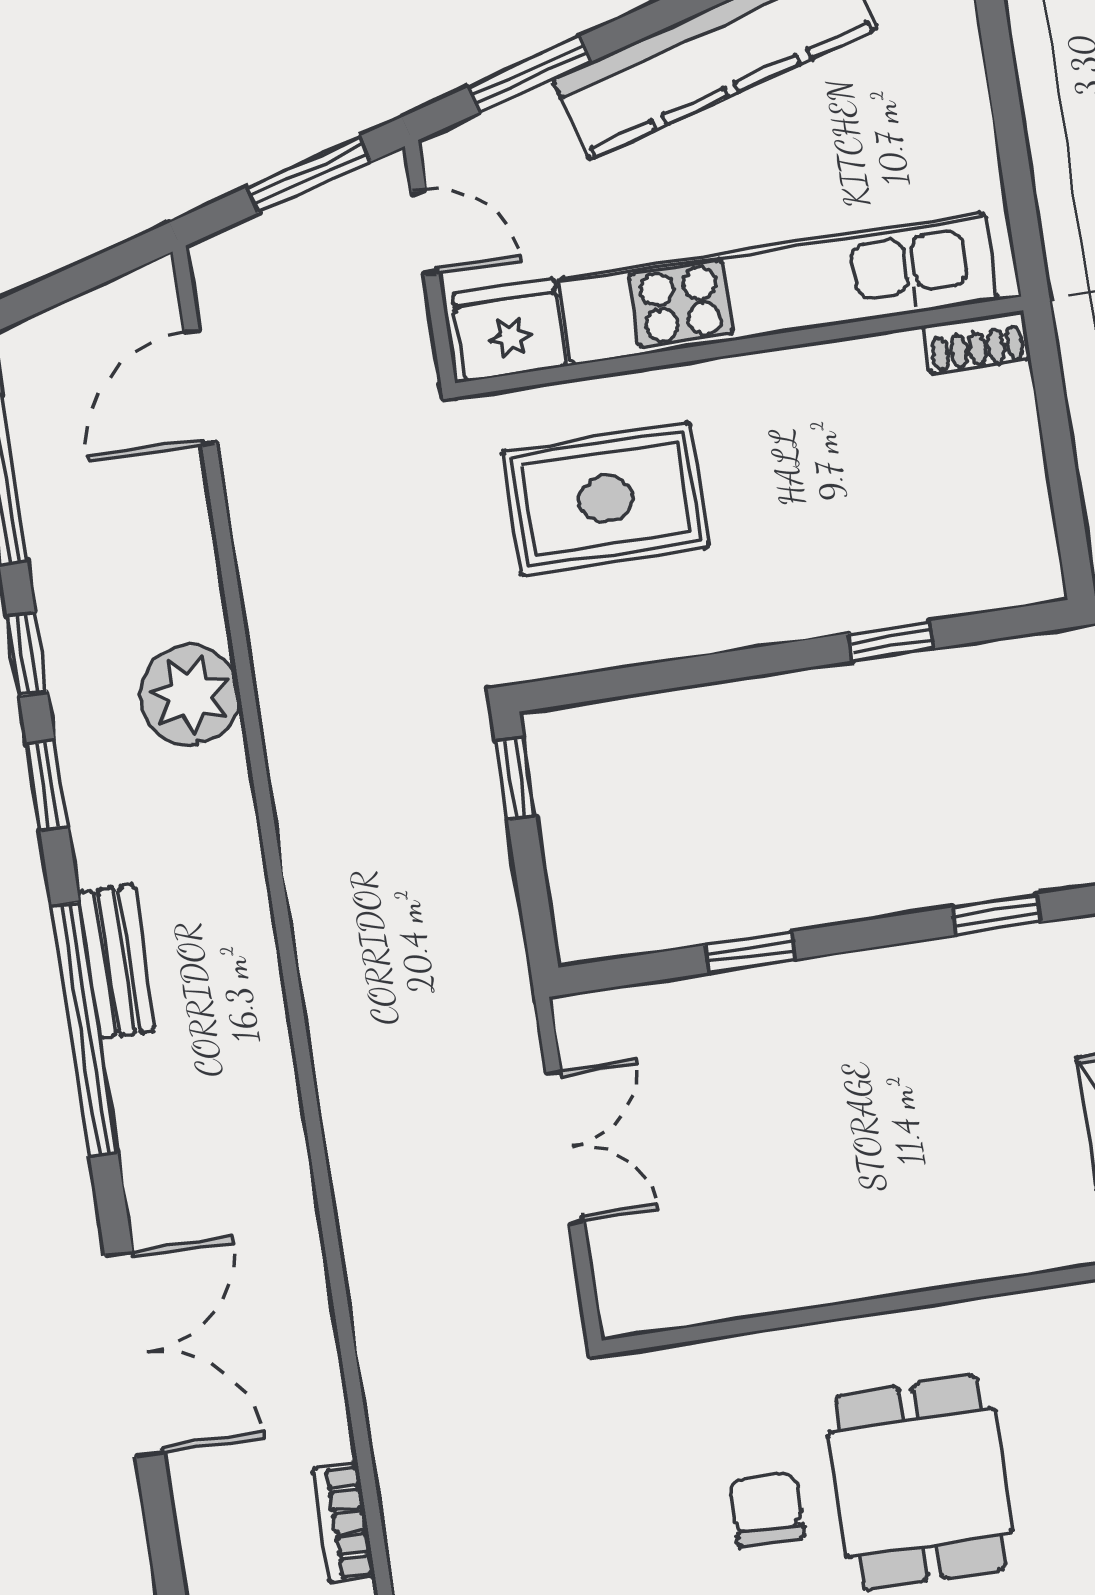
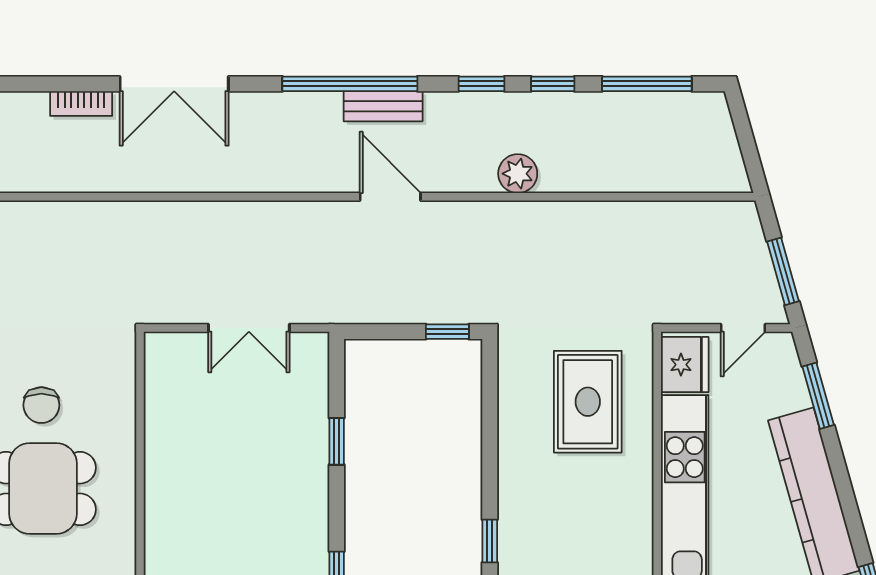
door: (200, 387) -> (390, 197), moved
plant: (190, 695) -> (518, 174), width x0.73, depth x0.73
chair: (766, 1509) -> (41, 405), turned 90
bookcase: (344, 1523) -> (81, 104), moved, turned 180

